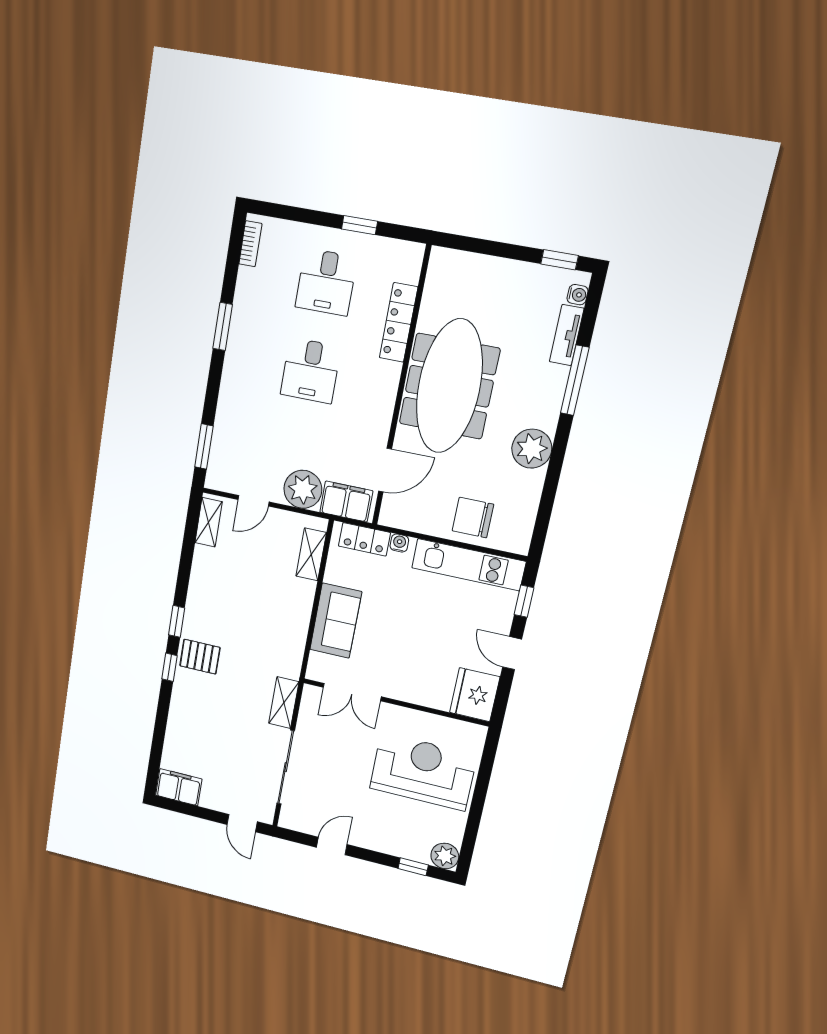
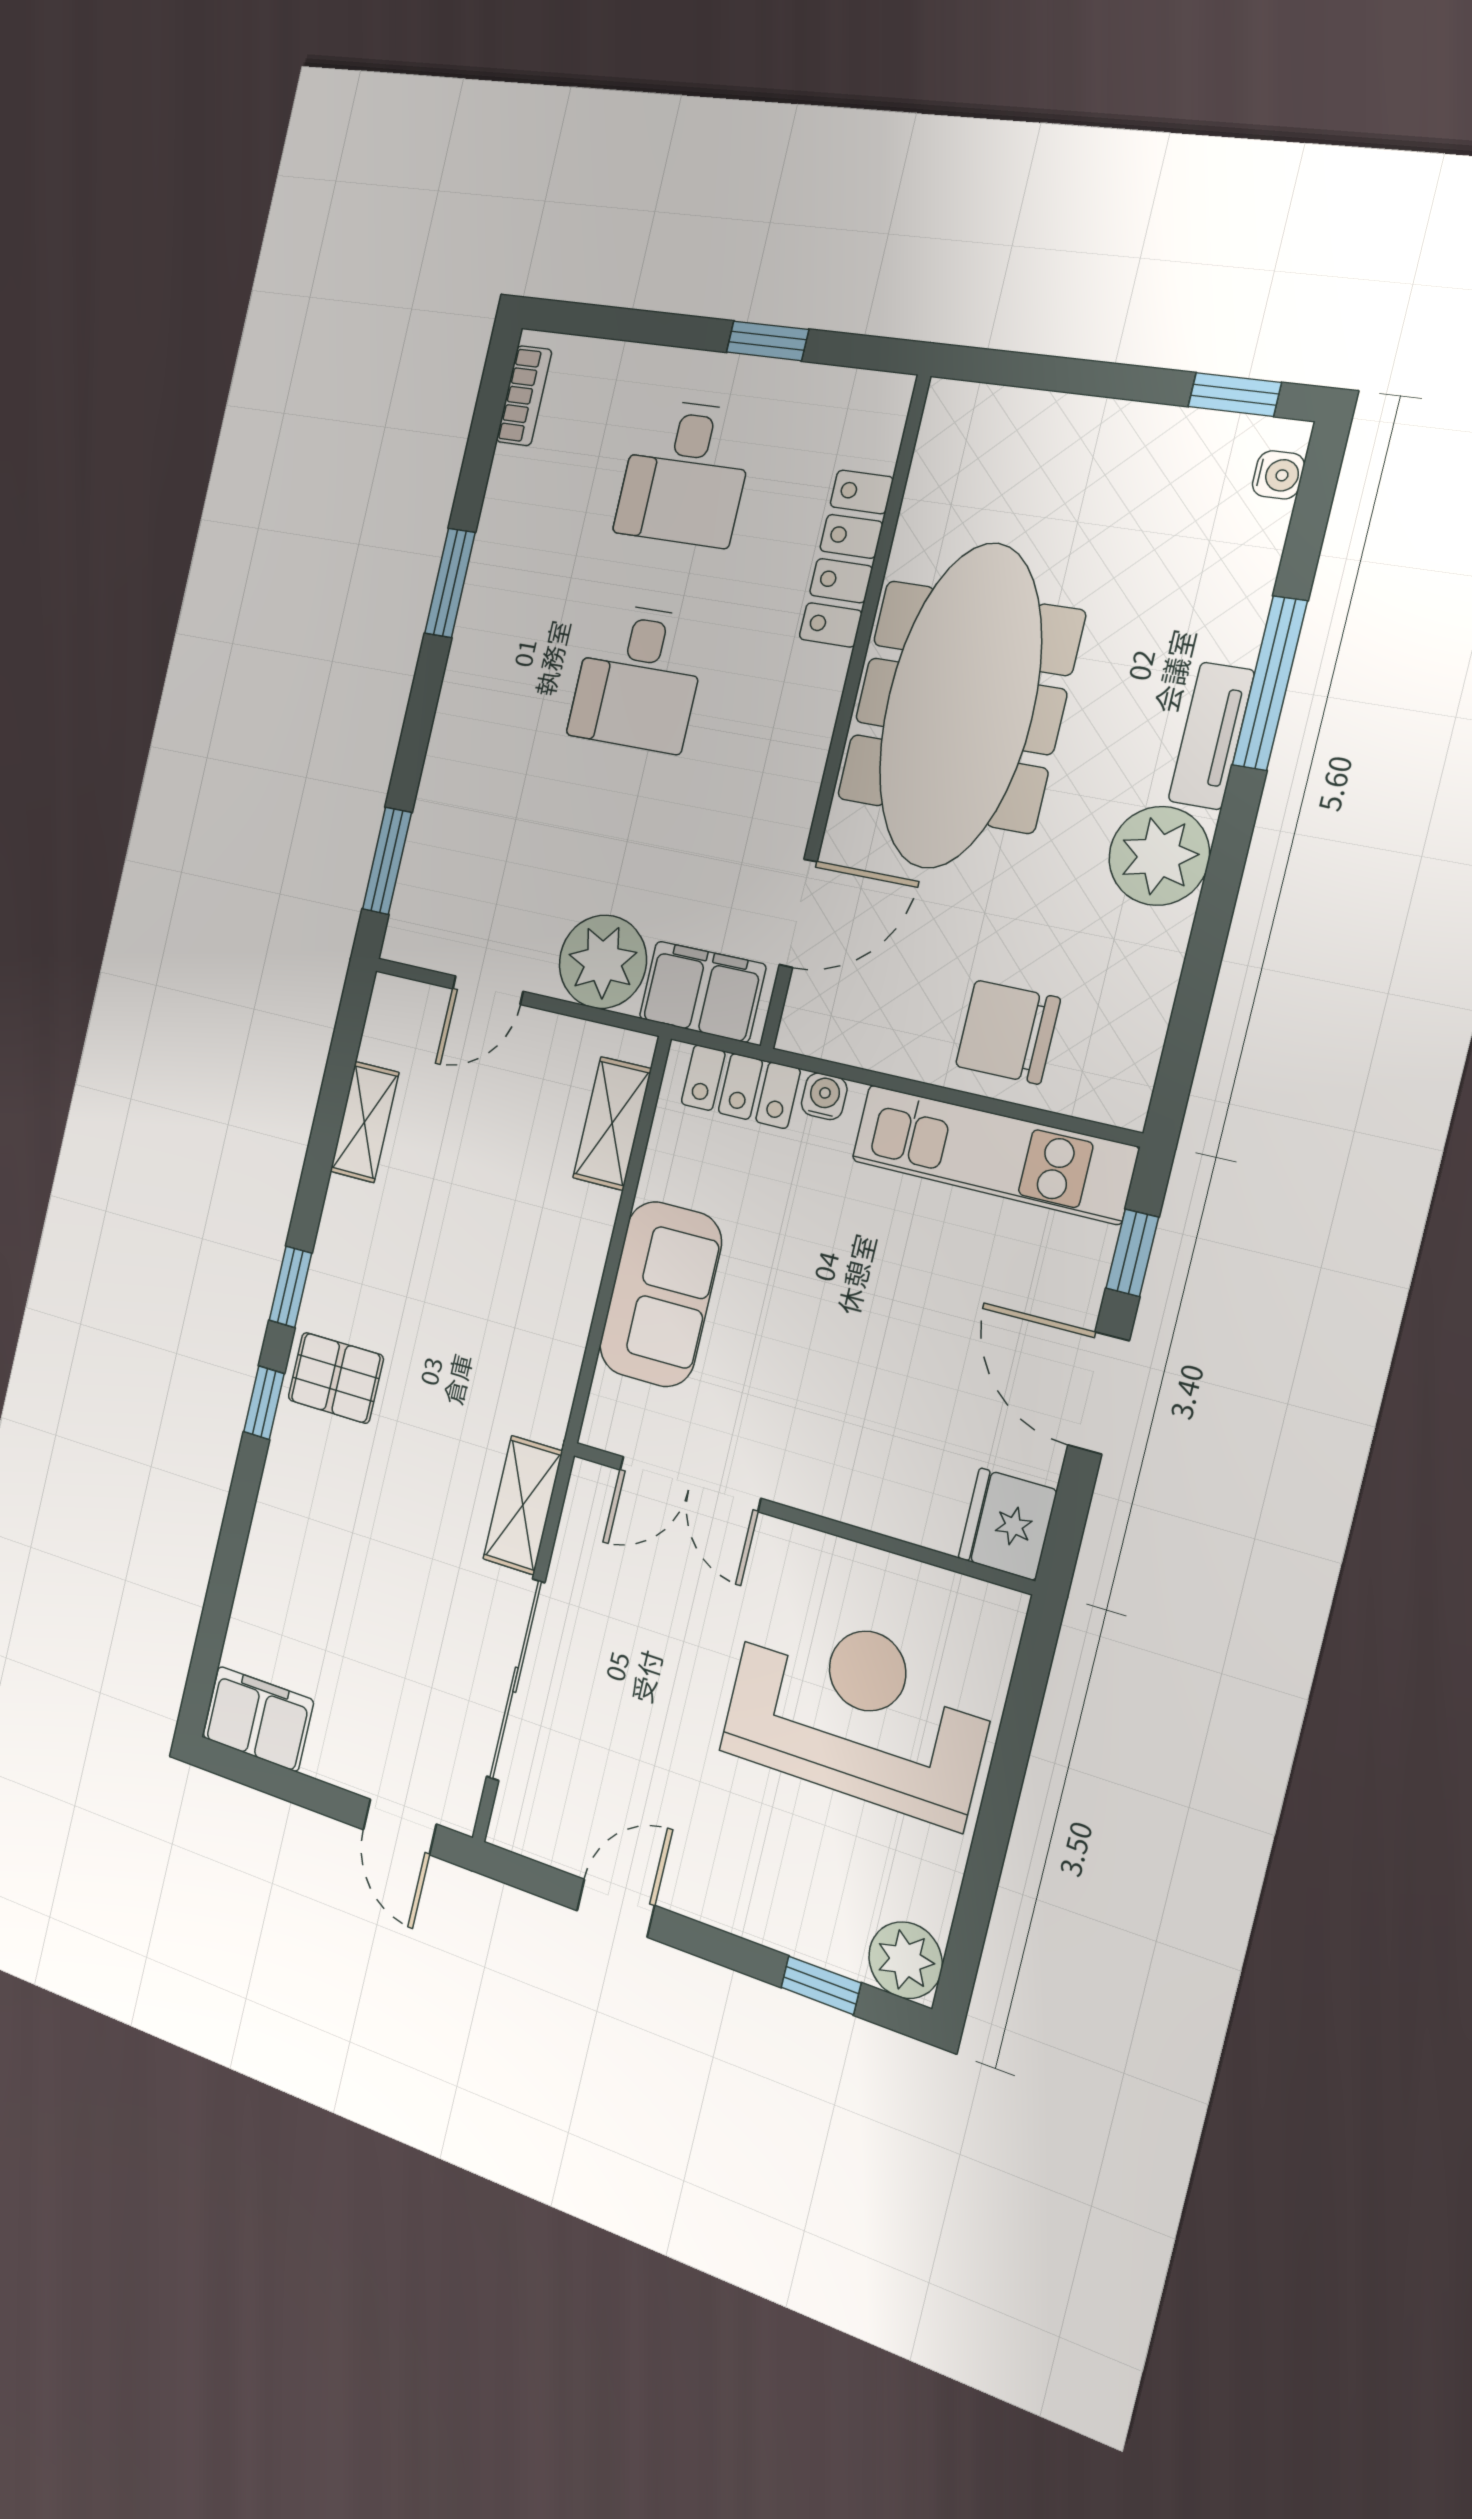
tv unit: (567, 335) -> (1211, 736), moved
shelving: (209, 522) -> (364, 1122), moved
door: (512, 653) -> (1098, 1393), width x1.38
fridge: (475, 695) -> (1007, 1524), width x0.73, depth x0.75

